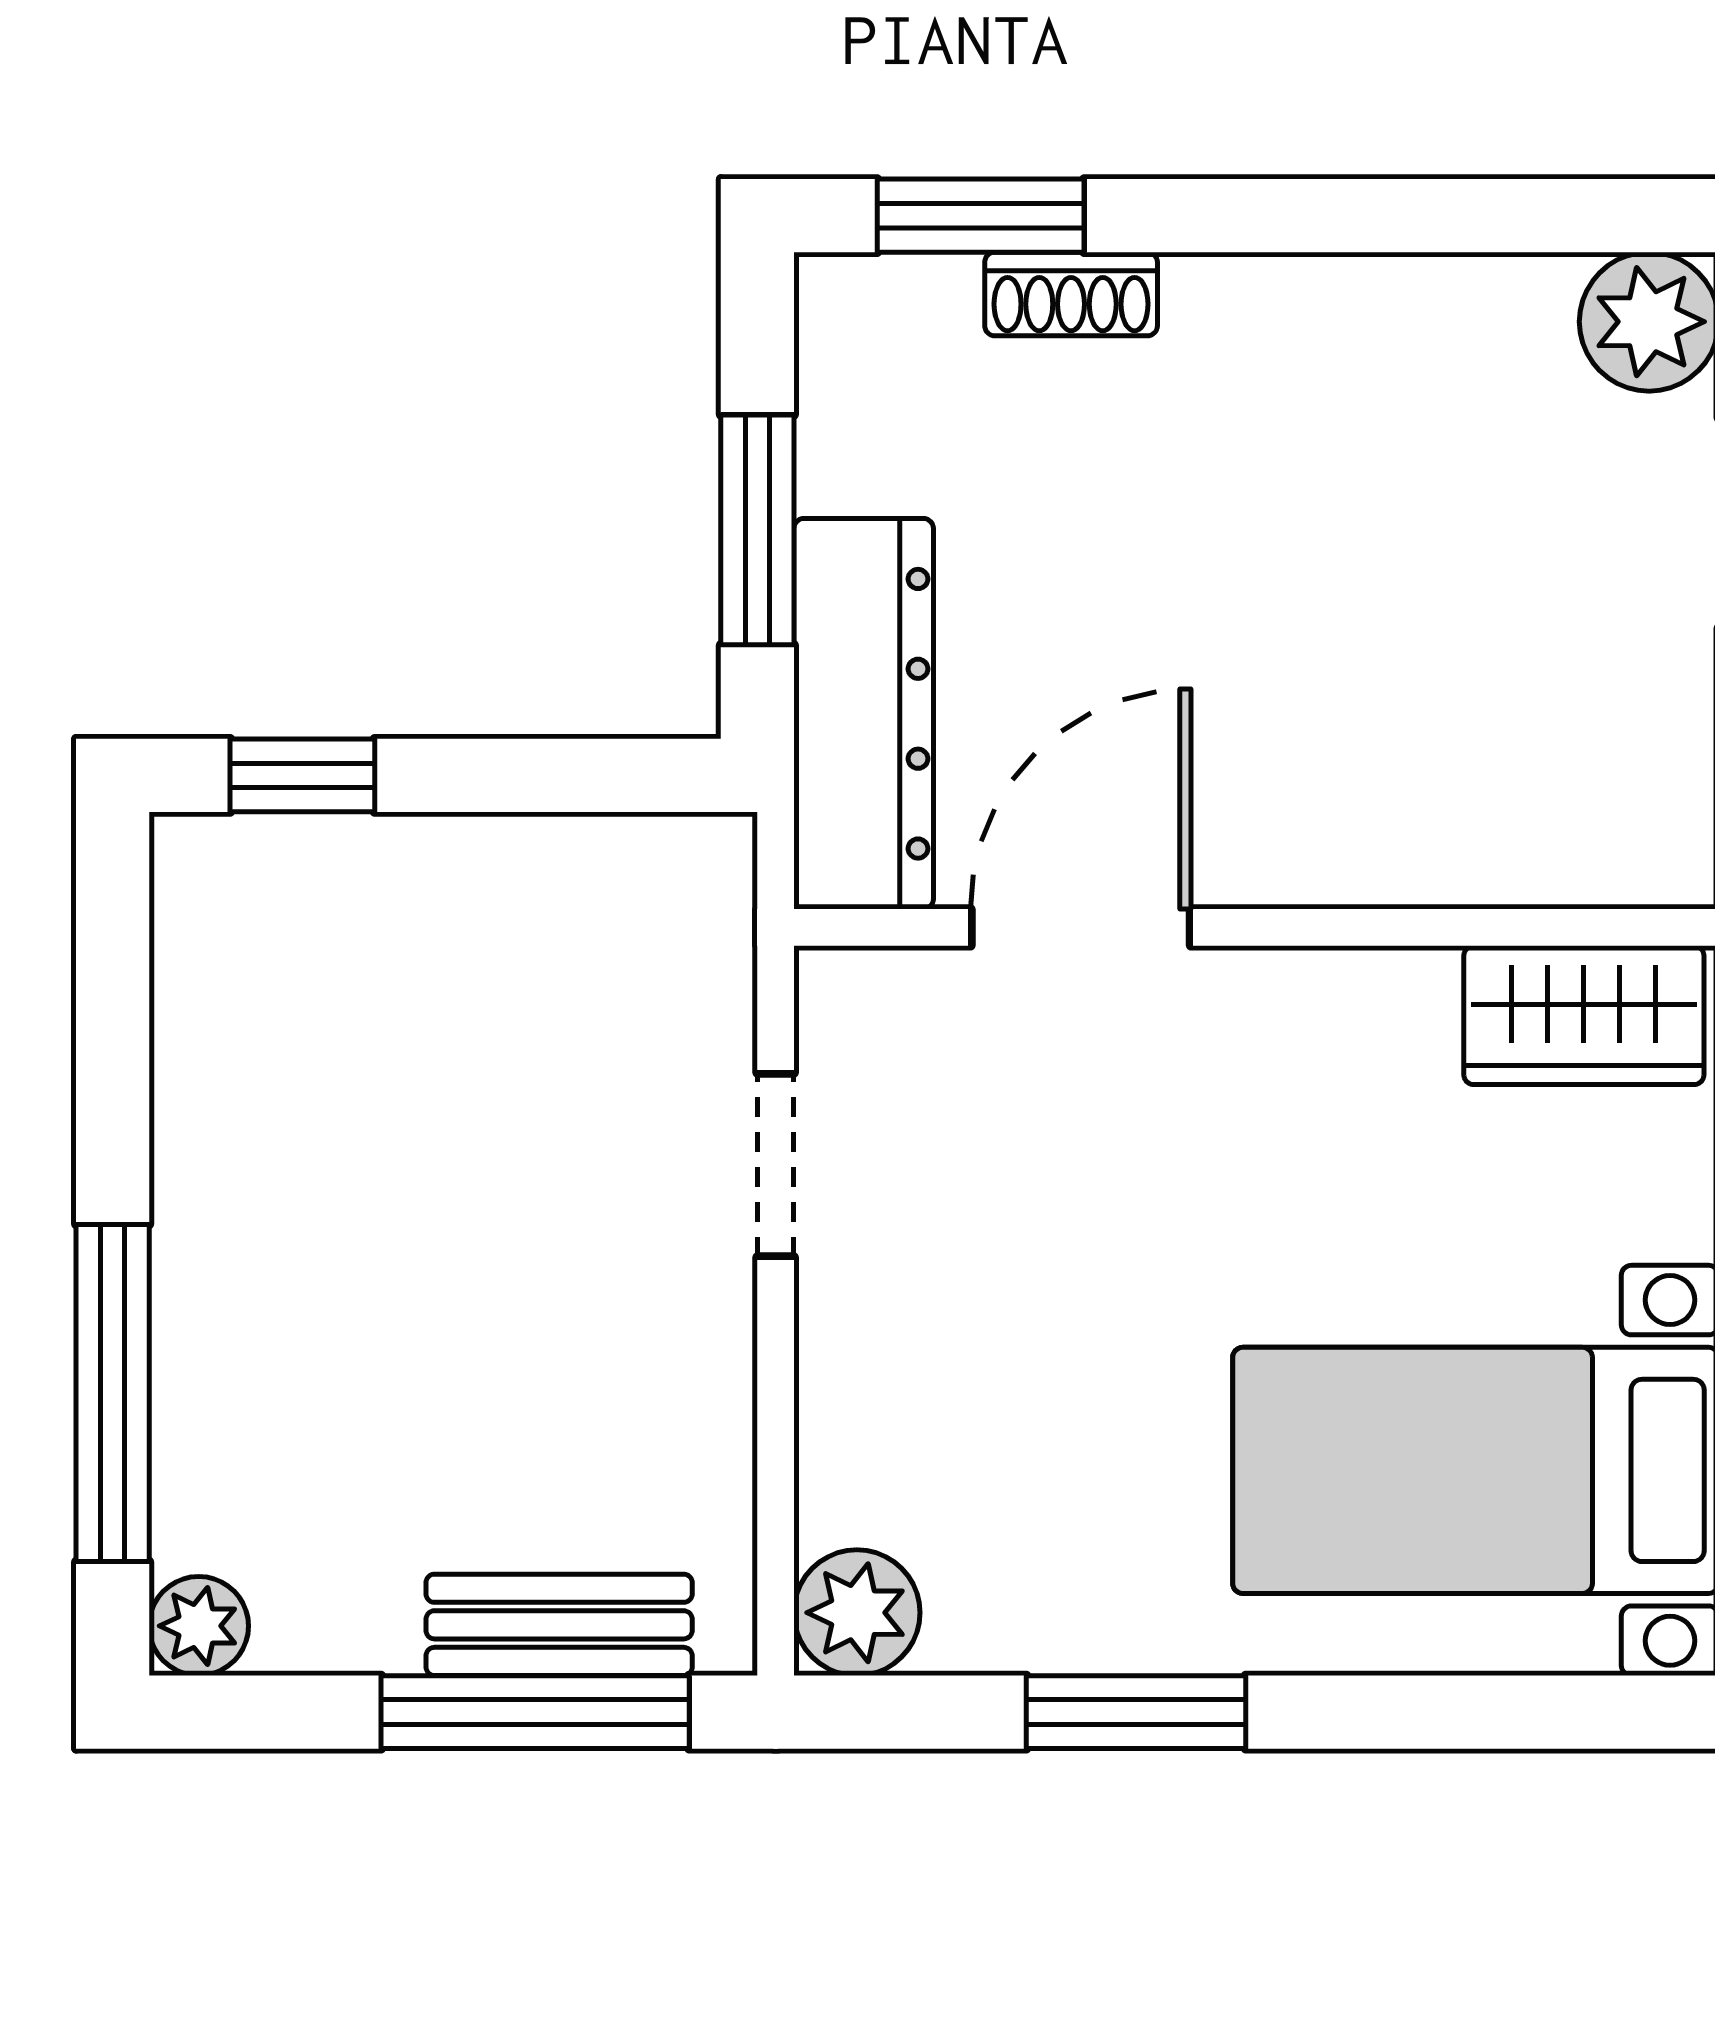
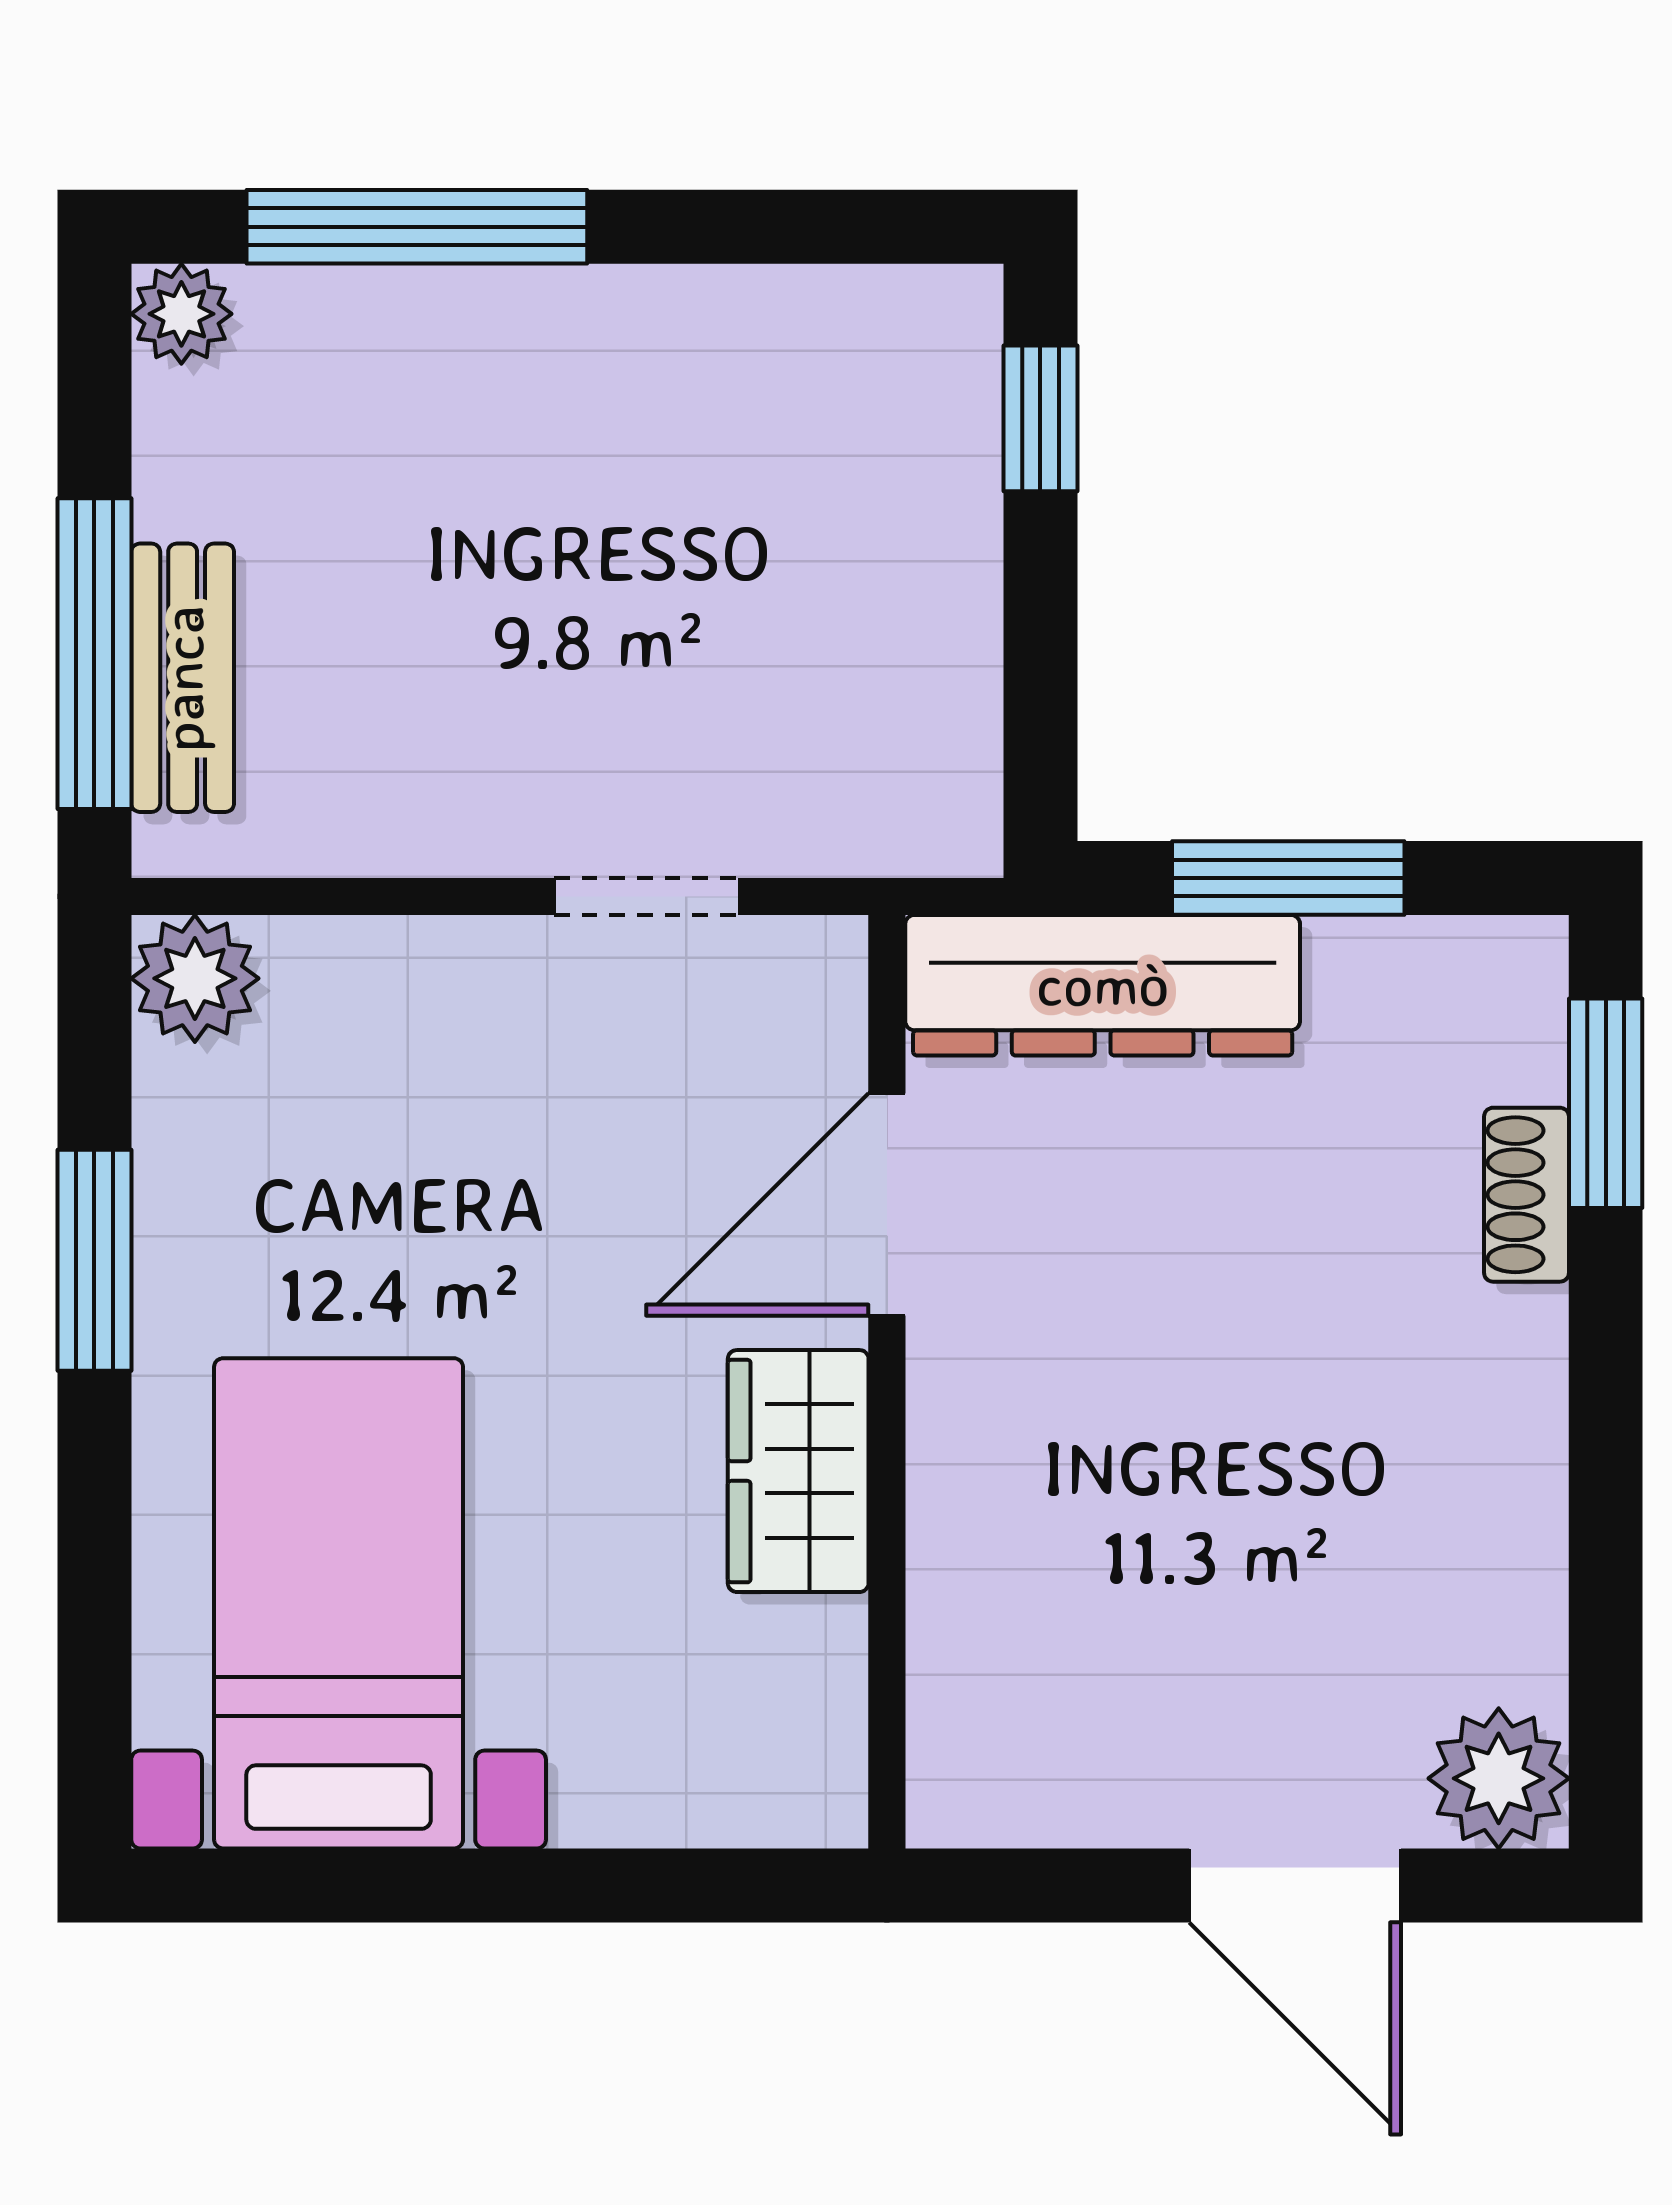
door: (1081, 927) -> (887, 1204), swing flipped
wardrobe: (1584, 1015) -> (798, 1471), moved

